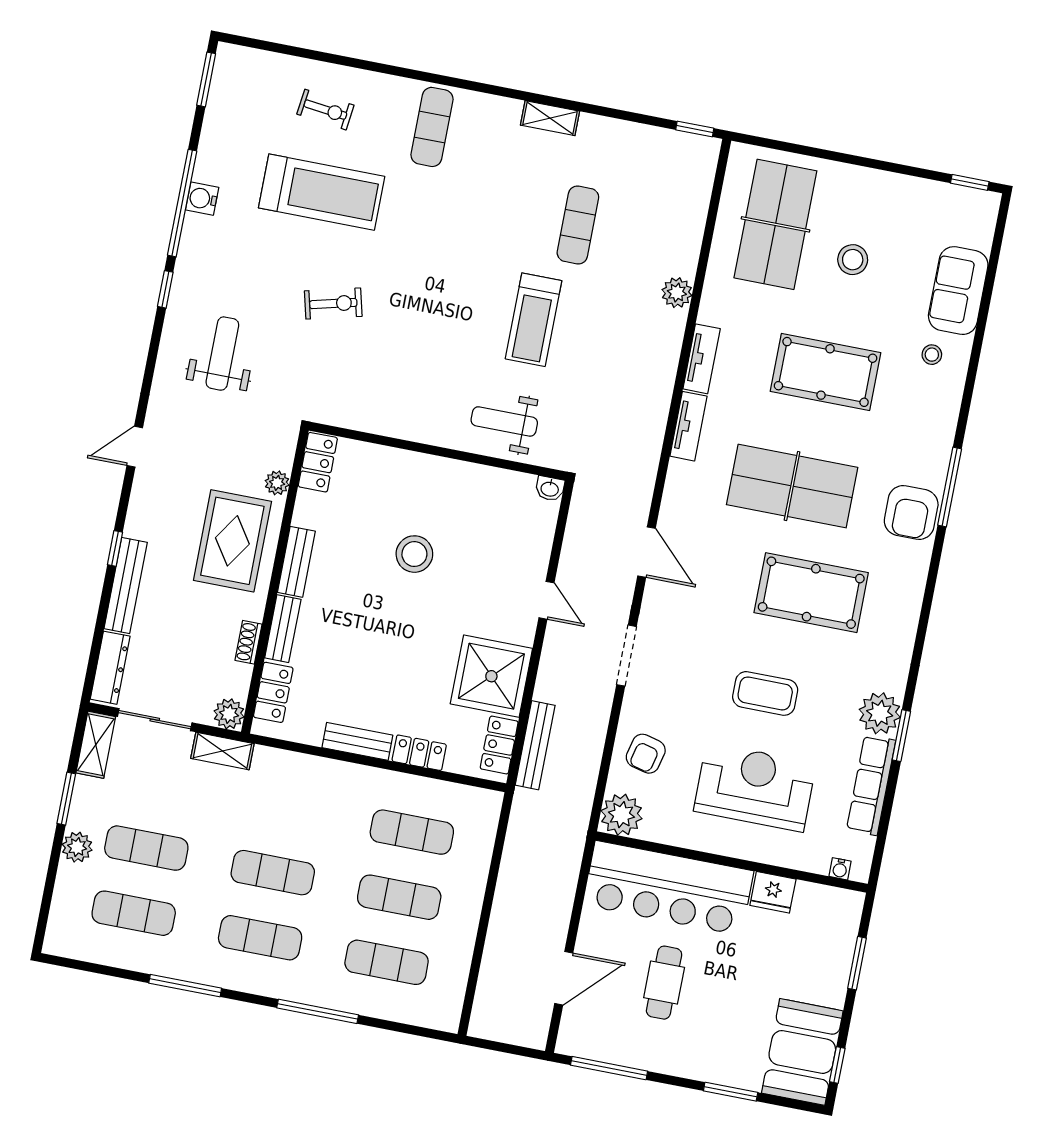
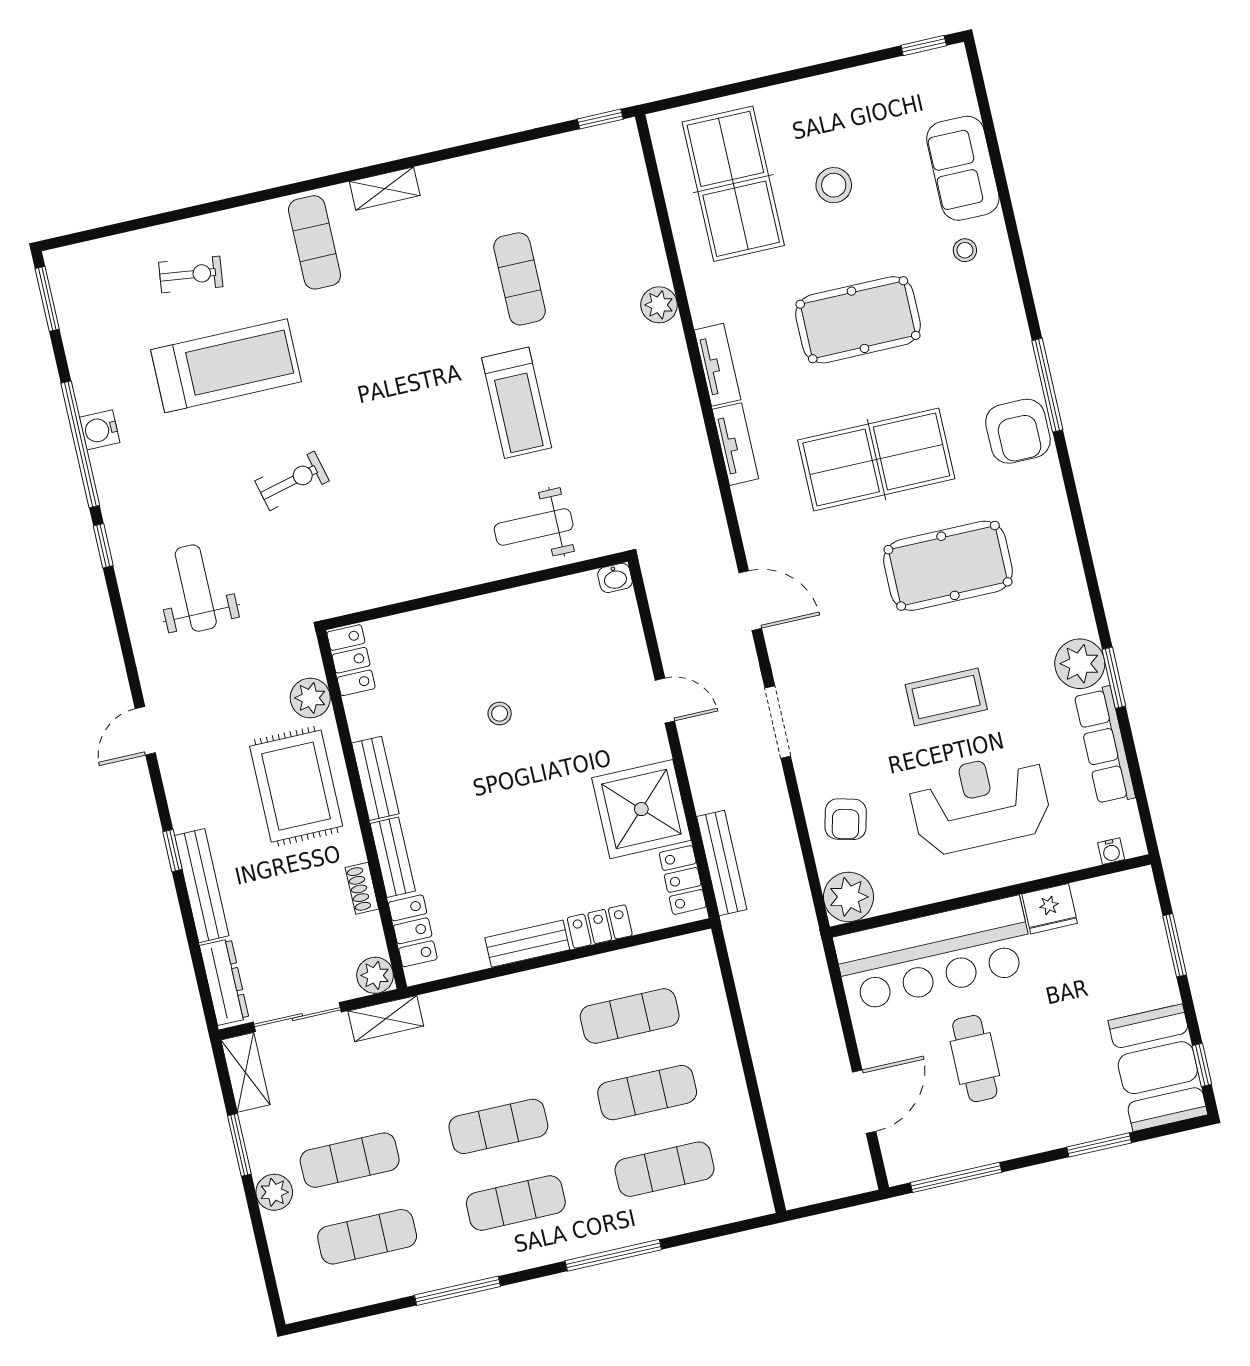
shelving: (550, 118) -> (385, 189), moved
plant: (277, 483) -> (310, 698), width x1.38, depth x1.38
stool: (414, 554) -> (500, 714), width x0.53, depth x0.53

